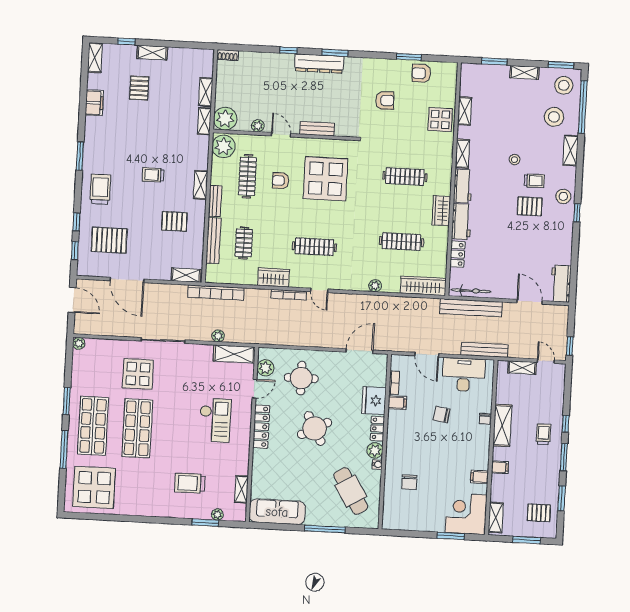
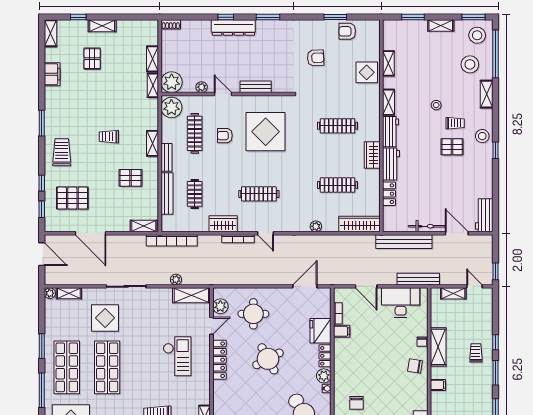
dresser: (319, 63) -> (233, 27), moved
bicycle: (471, 291) -> (427, 226), moved
shelving: (100, 345) -> (69, 293), added
chair: (442, 415) -> (415, 366), moved
filing cabinet: (479, 477) -> (420, 395), removed

